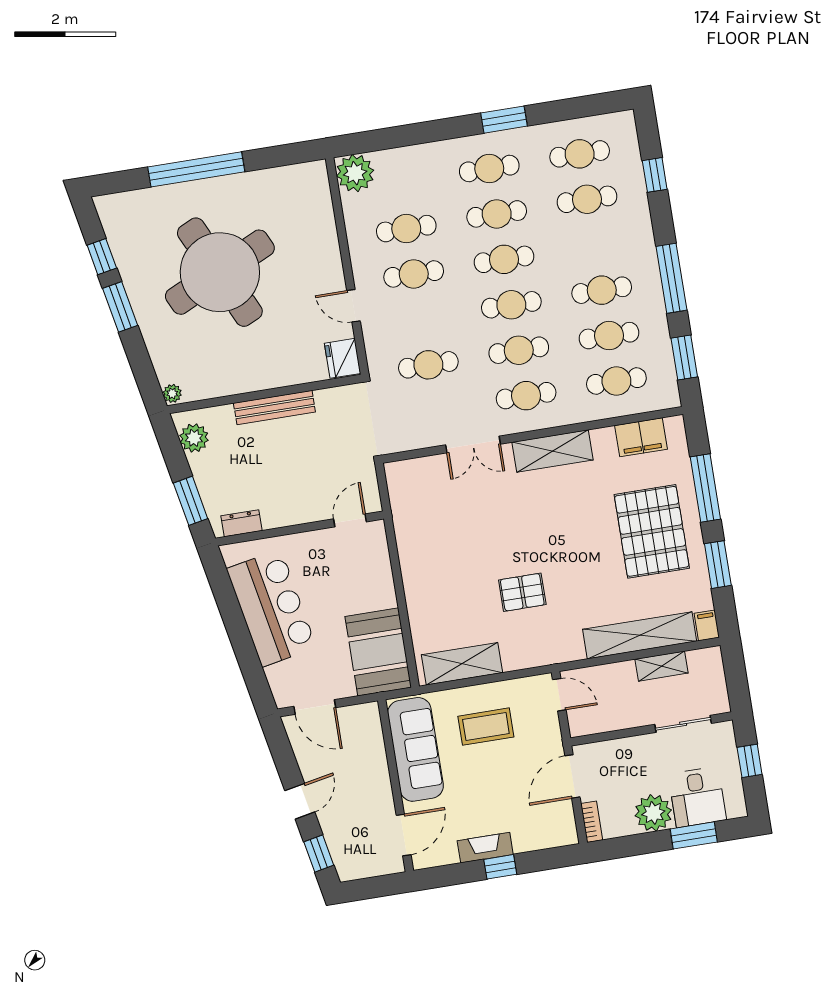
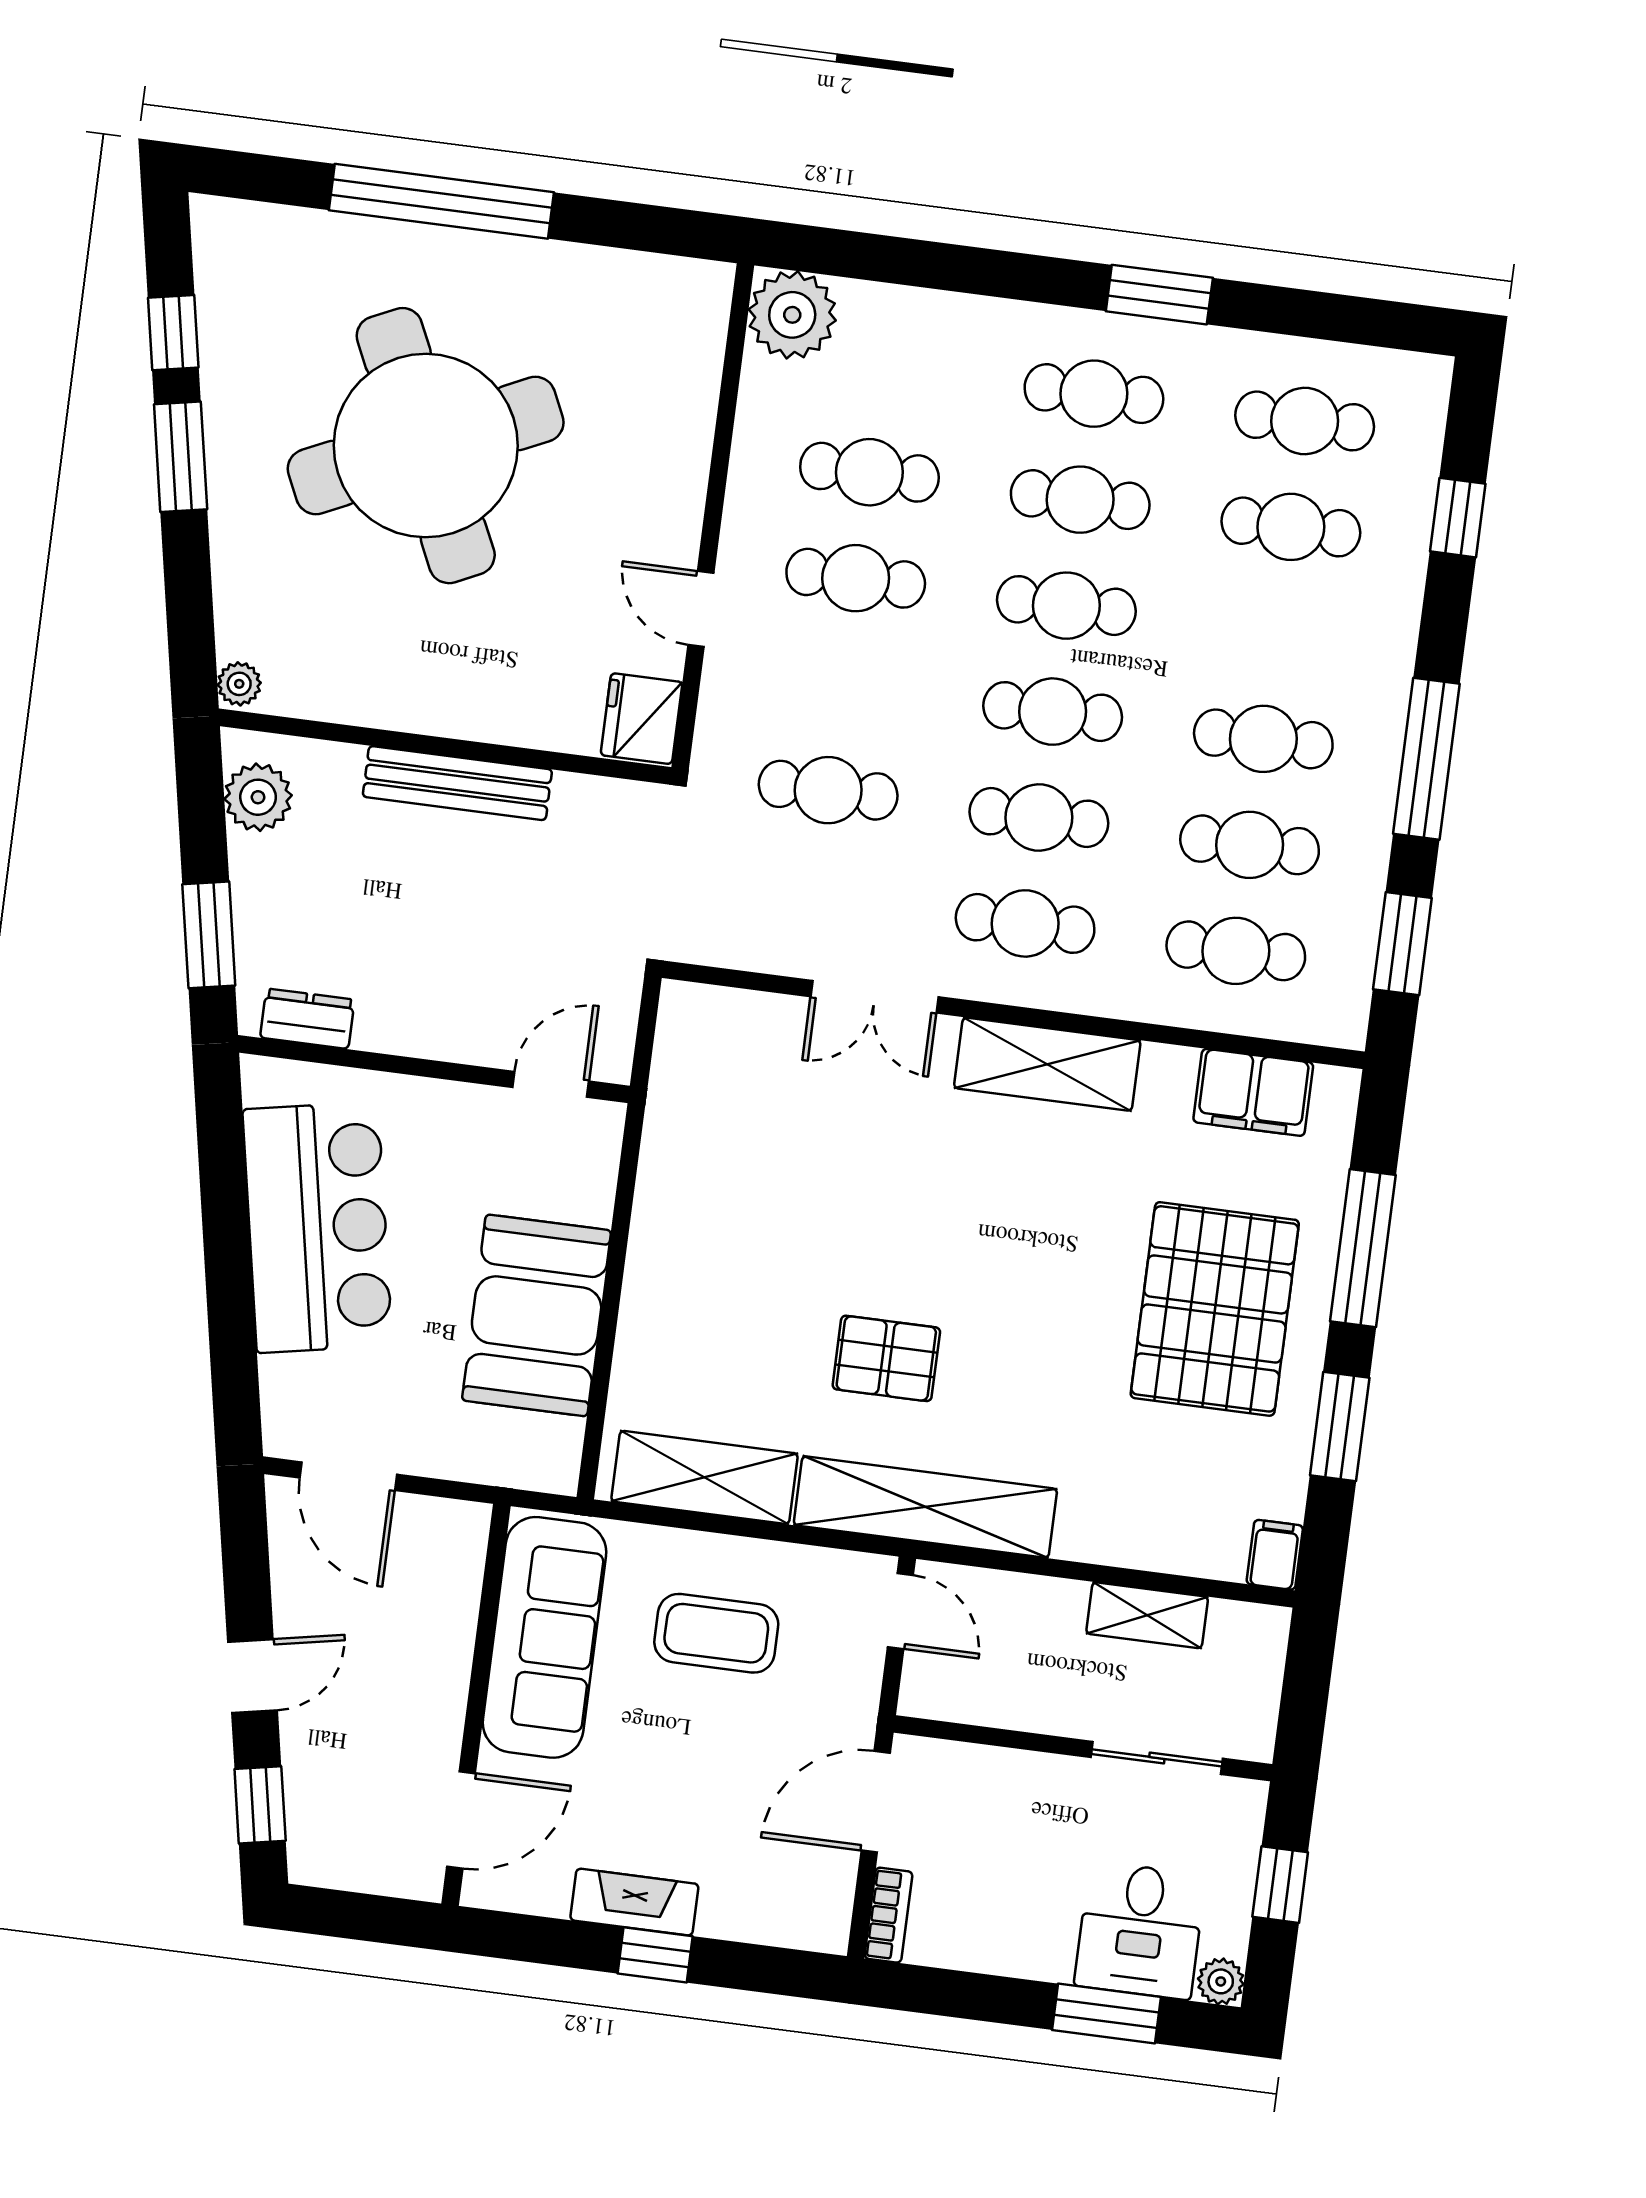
shelving: (640, 635) -> (925, 1507), moved
booth: (378, 652) -> (537, 1315), moved
plant: (653, 813) -> (1221, 1981), moved, width x0.53, depth x0.53

